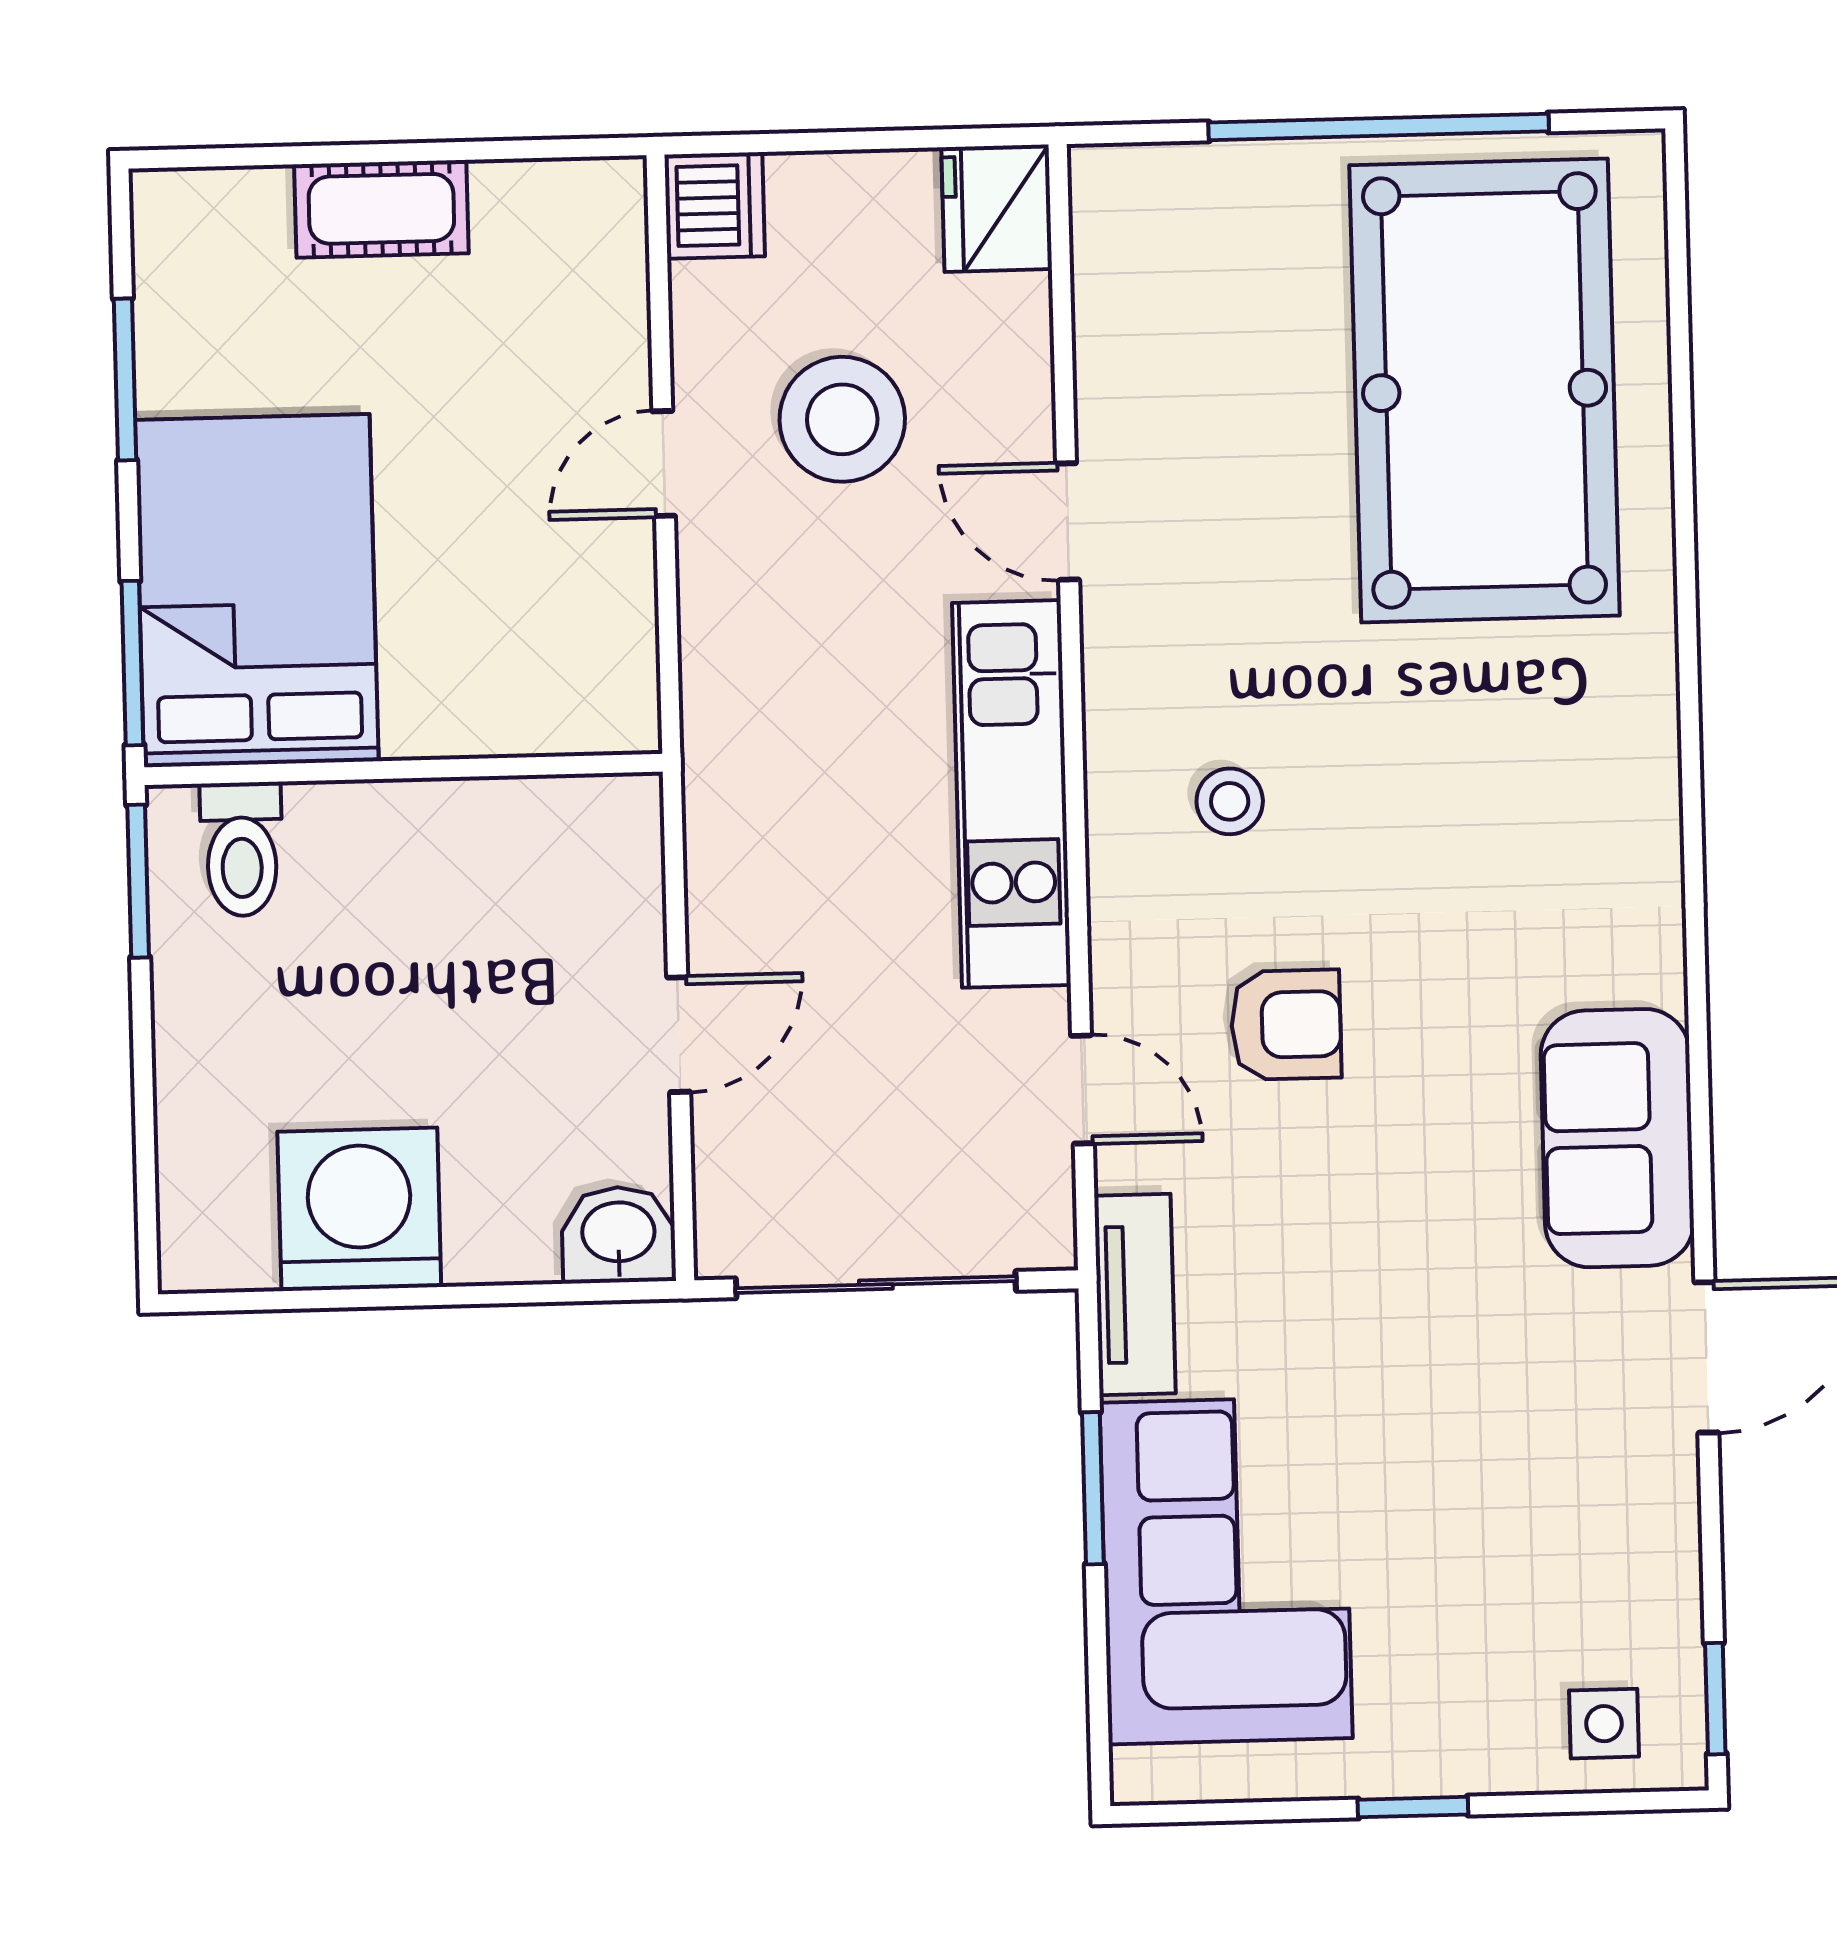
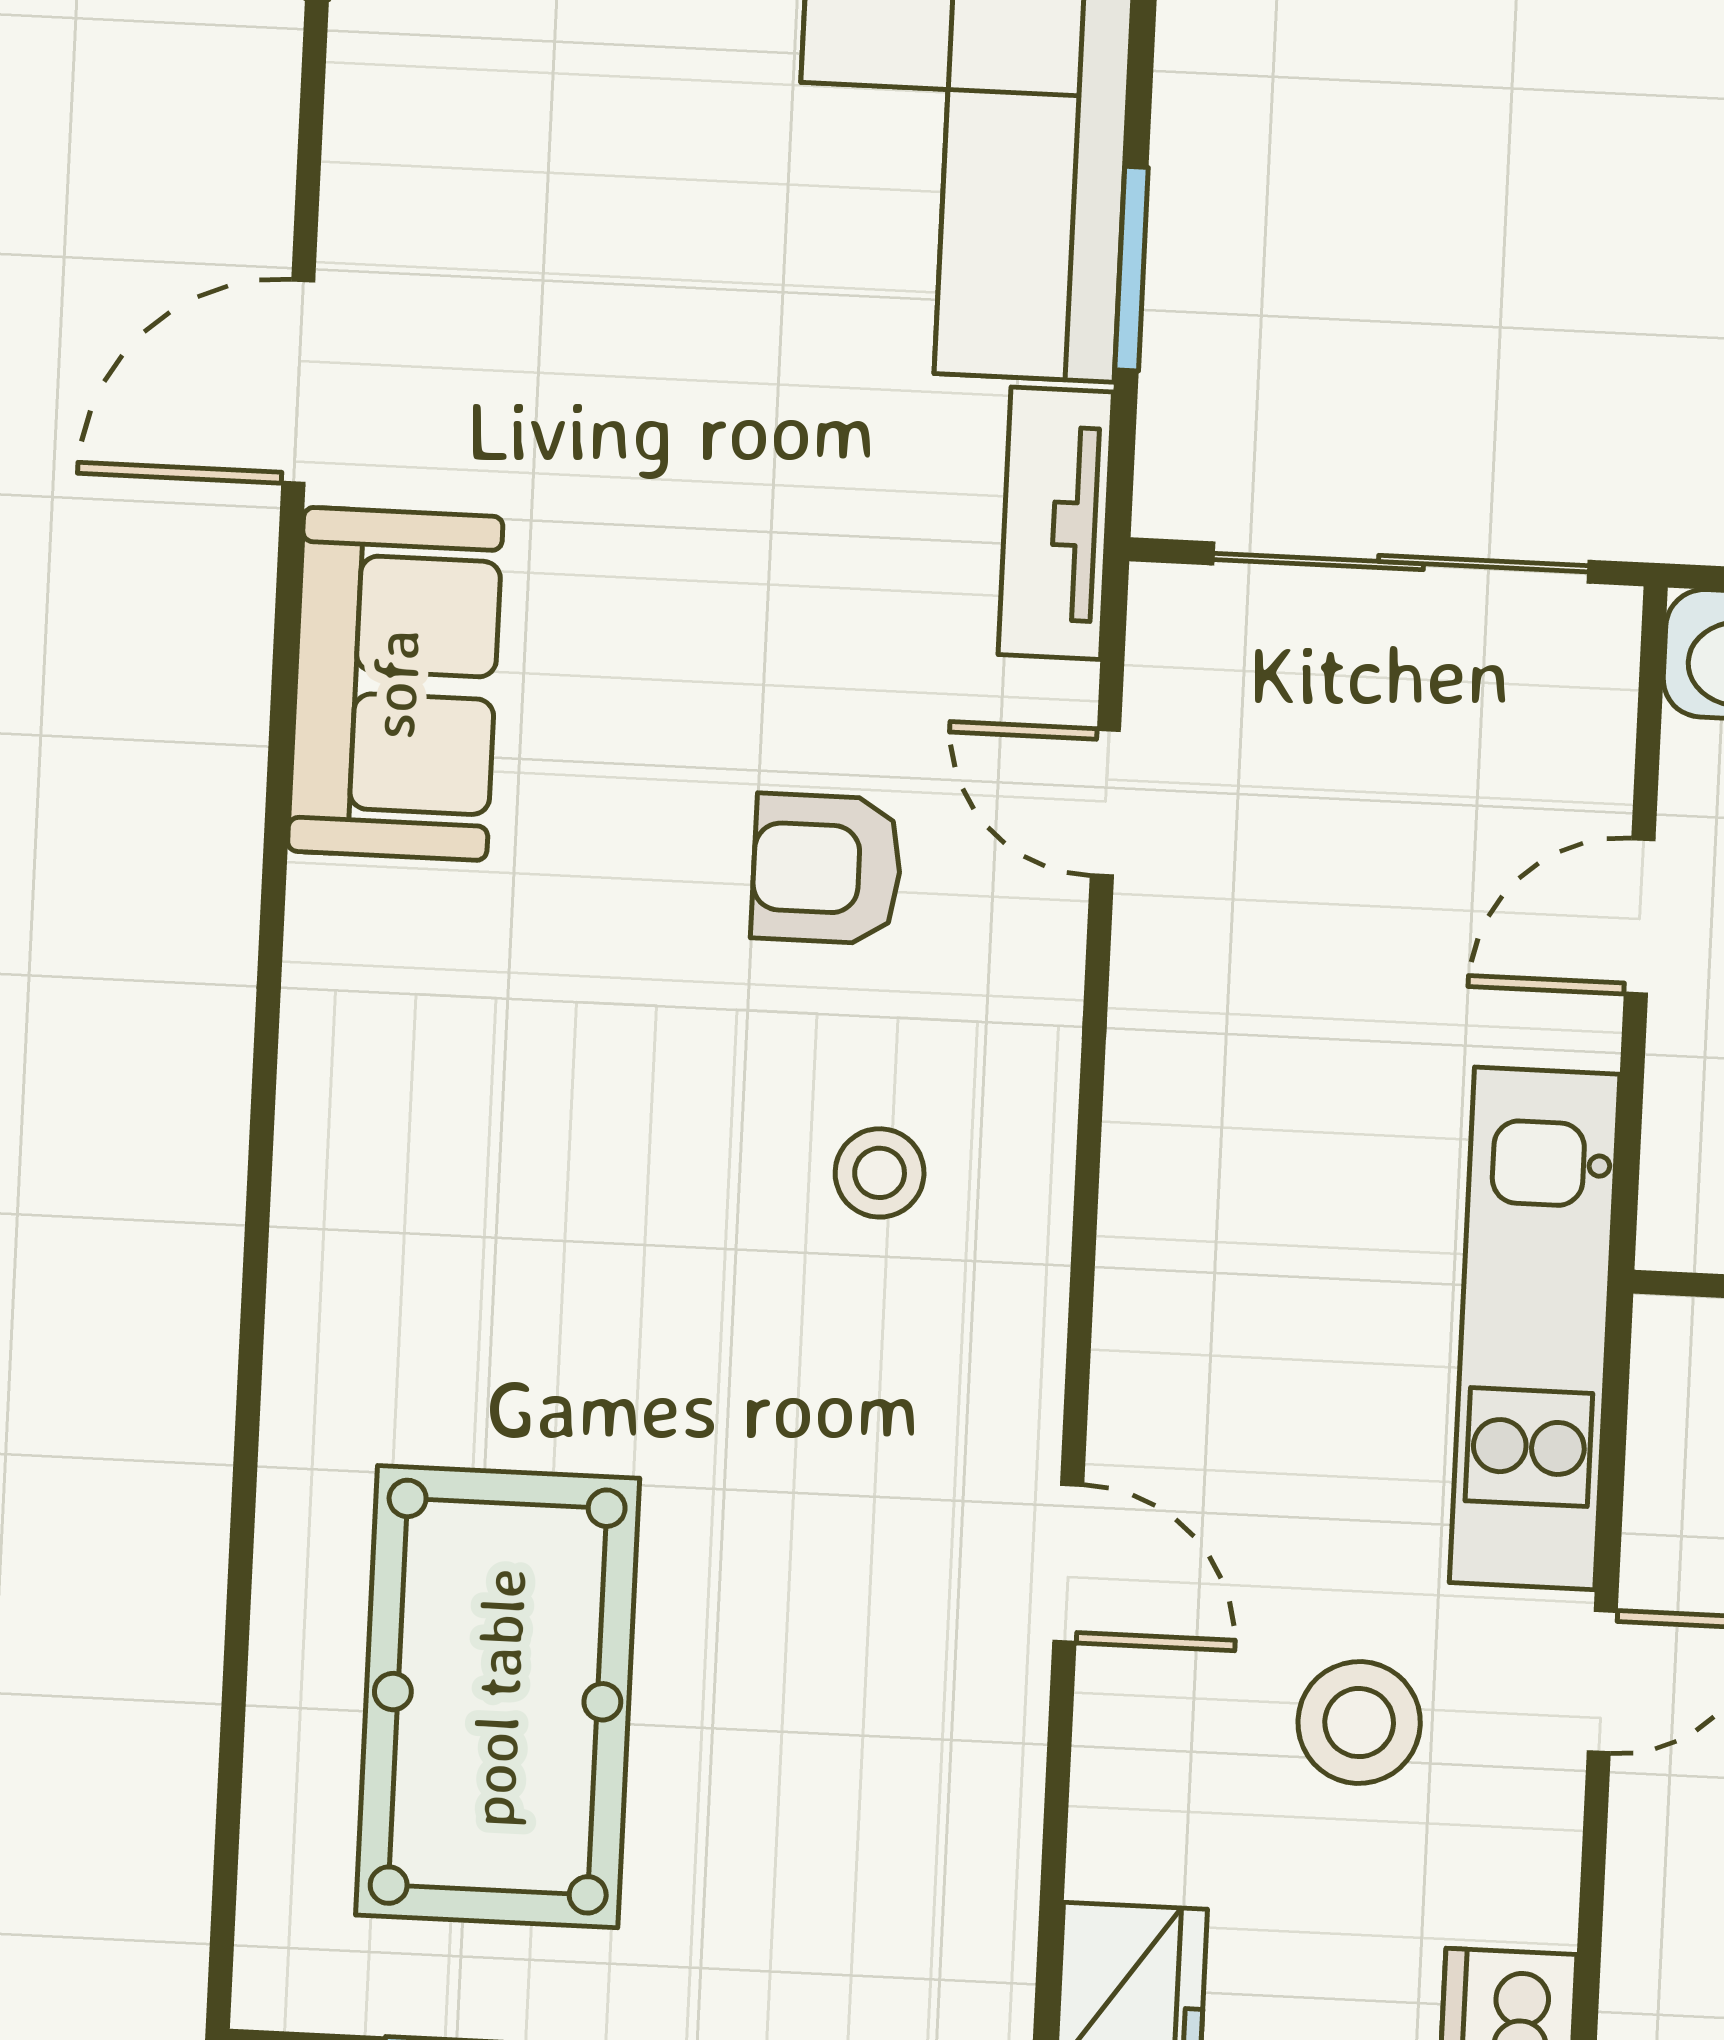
pool table: (1485, 390) -> (498, 1697), width x0.73, depth x0.76
stool: (842, 419) -> (1359, 1723), width x0.73, depth x0.73
kitchen unit: (1011, 794) -> (1535, 1328), moved, turned 180

